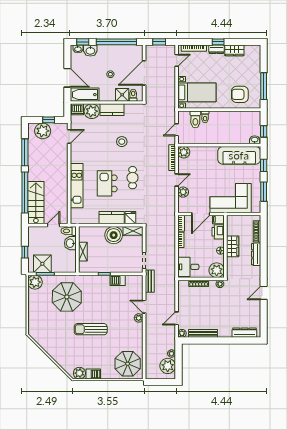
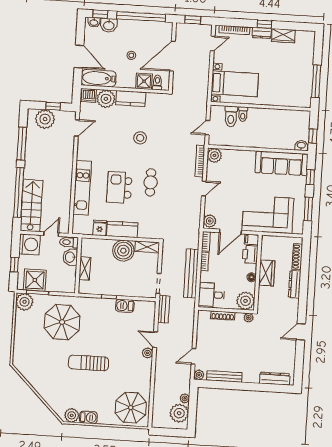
armchair: (240, 94) -> (287, 89), removed
plant: (183, 192) -> (210, 221), moved
fridge: (130, 218) -> (100, 228), moved
washing machine: (36, 235) -> (29, 244), added
bench: (170, 250) -> (191, 273), added

